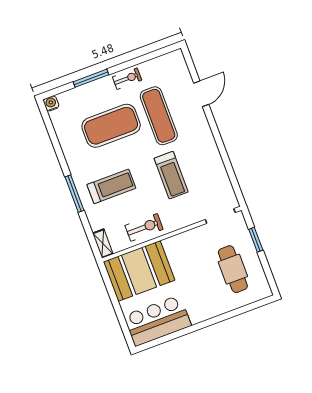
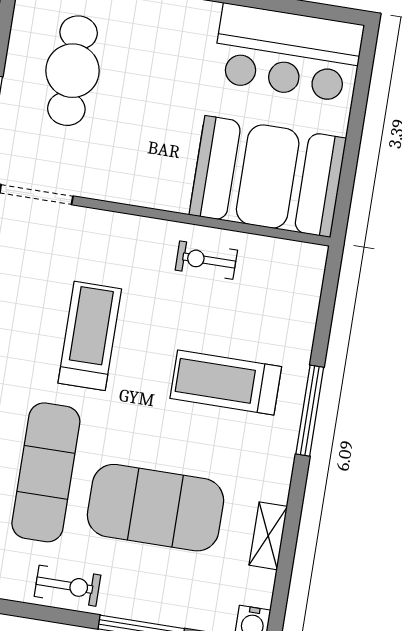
exercise bike: (127, 79) -> (68, 586), turned 180
exercise bike: (144, 227) -> (206, 260), width x0.73, depth x0.72
shelving: (103, 244) -> (268, 536), moved

